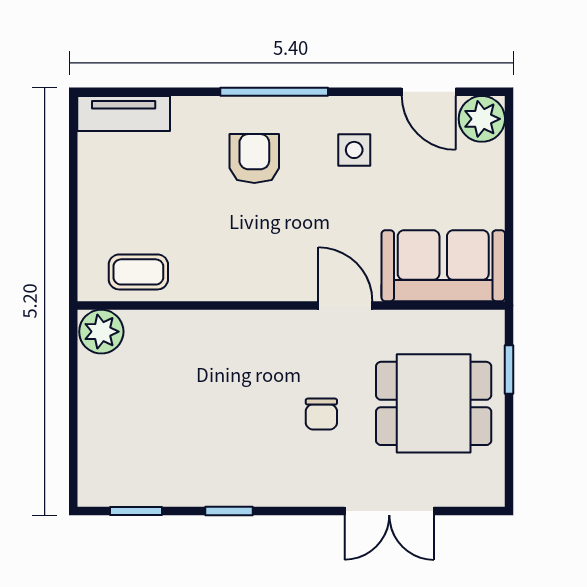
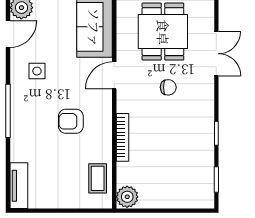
armchair: (254, 159) -> (71, 121), moved
bookcase: (221, 322) -> (122, 137), added

